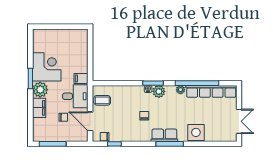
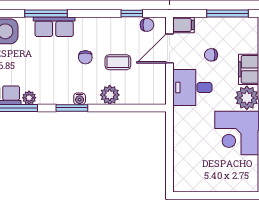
filing cabinet: (81, 79) -> (183, 25), moved
plant: (159, 91) -> (110, 95), moved
coffee table: (102, 100) -> (118, 62), moved
door: (90, 121) -> (169, 48), swing flipped

